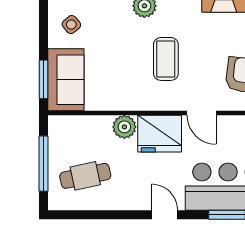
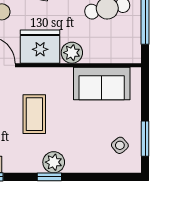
window: (43, 79) -> (145, 139), moved
sofa: (66, 80) -> (102, 83), moved, turned -90

